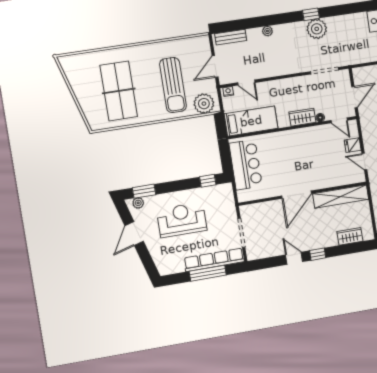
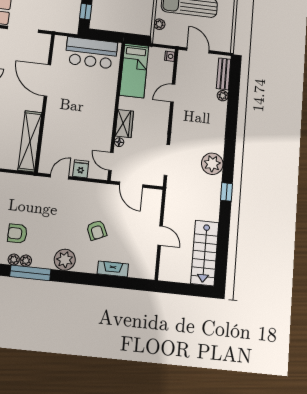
window: (311, 14) -> (226, 192), moved
plant: (267, 31) -> (223, 96), moved
door: (246, 83) -> (173, 93), moved
plant: (204, 104) -> (159, 24), width x0.53, depth x0.53
door: (339, 120) -> (111, 161), hinge flipped
door: (296, 195) -> (47, 80), moved

